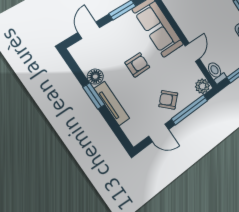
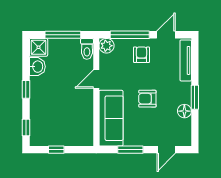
armchair: (168, 100) -> (141, 55), turned -135
tv unit: (112, 104) -> (186, 60), moved
door: (159, 133) -> (166, 35), hinge flipped

